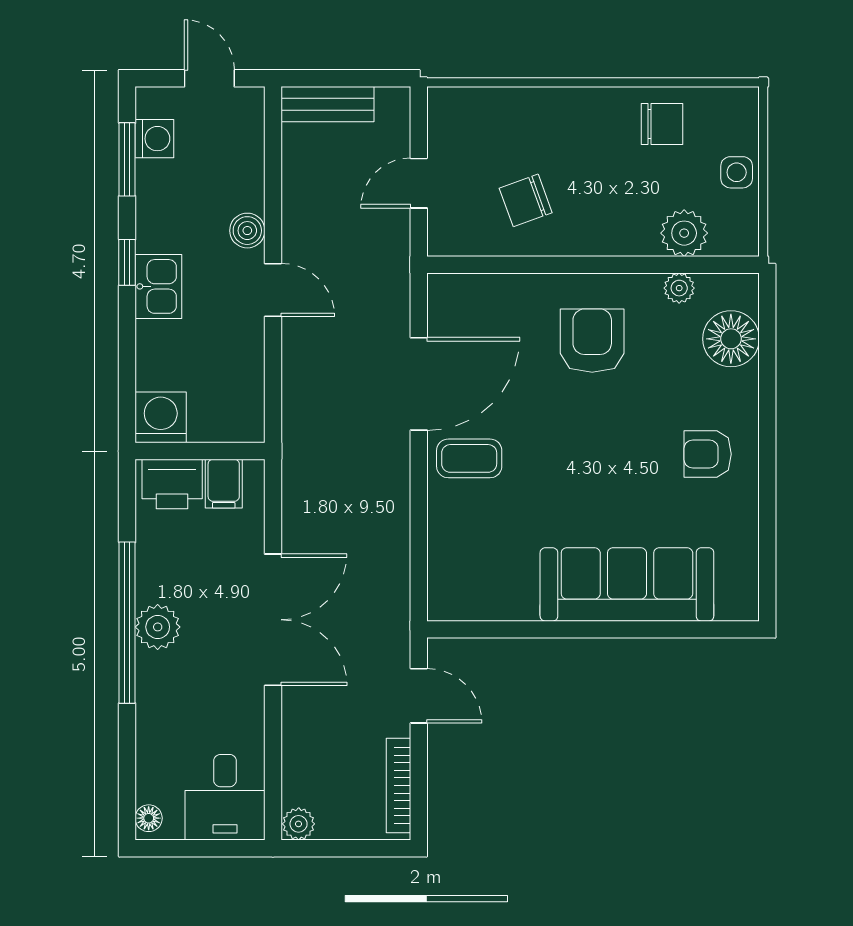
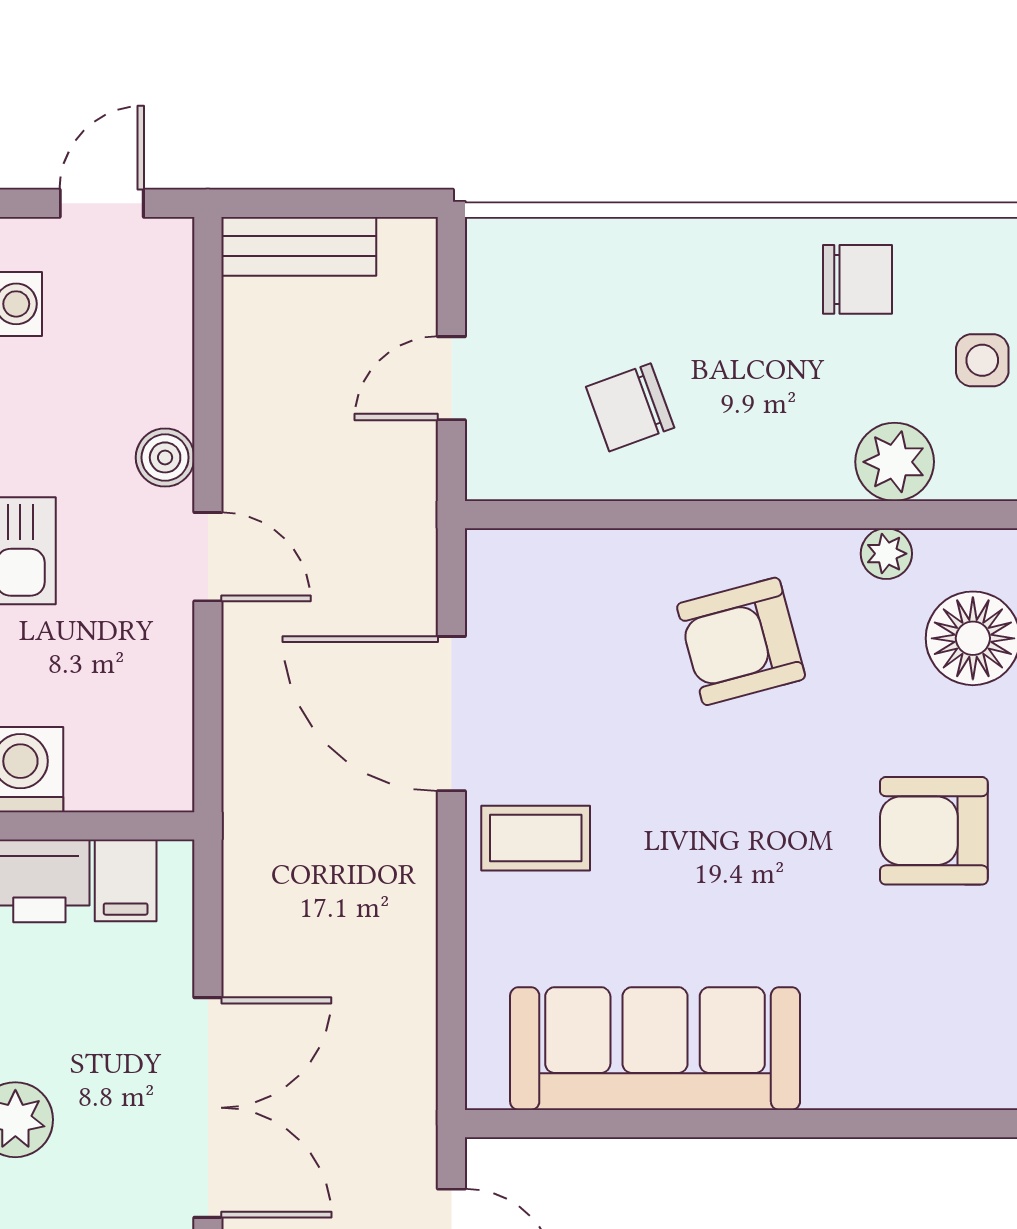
door: (209, 78) -> (102, 203), hinge flipped
armchair: (592, 341) -> (741, 641), turned -105
door: (419, 384) -> (451, 714), swing flipped
armchair: (708, 454) -> (934, 831), width x1.38, depth x1.38
sofa: (627, 584) -> (655, 1049), moved

